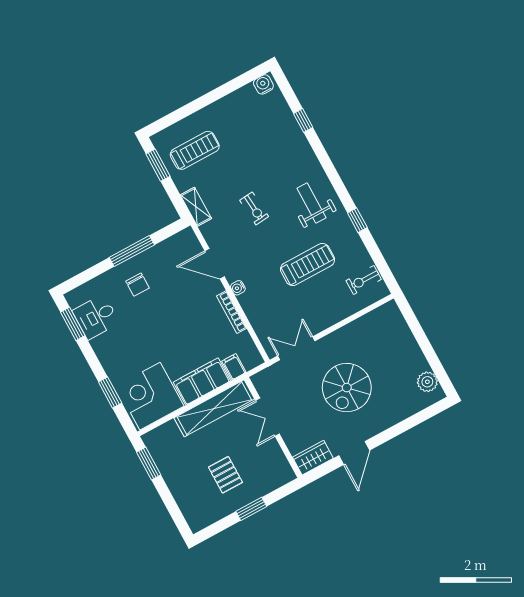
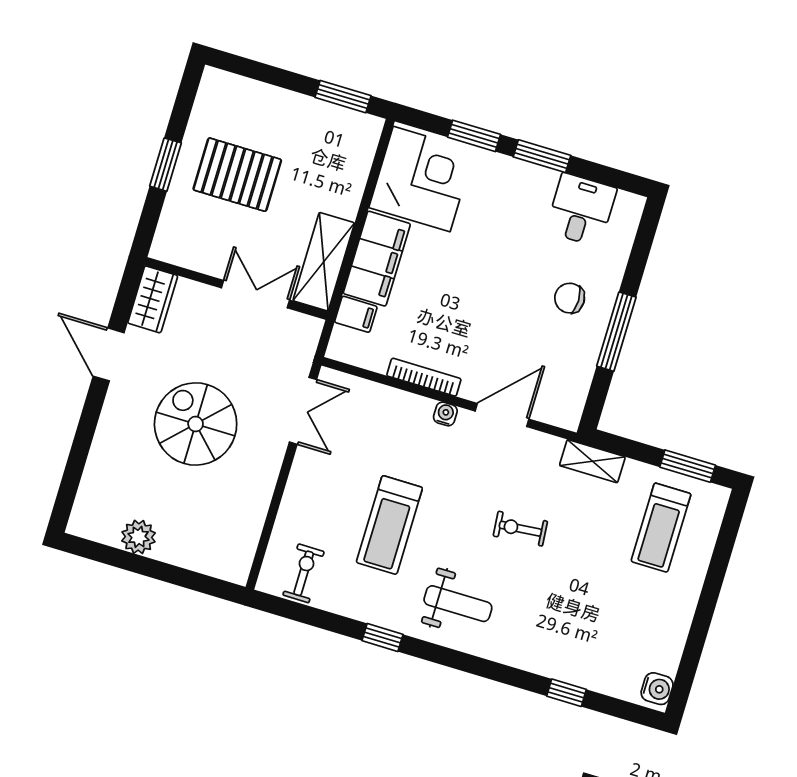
window: (73, 324) -> (542, 156), moved
plant: (427, 382) -> (138, 537), moved
shelving: (214, 408) -> (324, 262), width x0.68
pallet: (225, 475) -> (237, 175), width x1.50, depth x1.42

